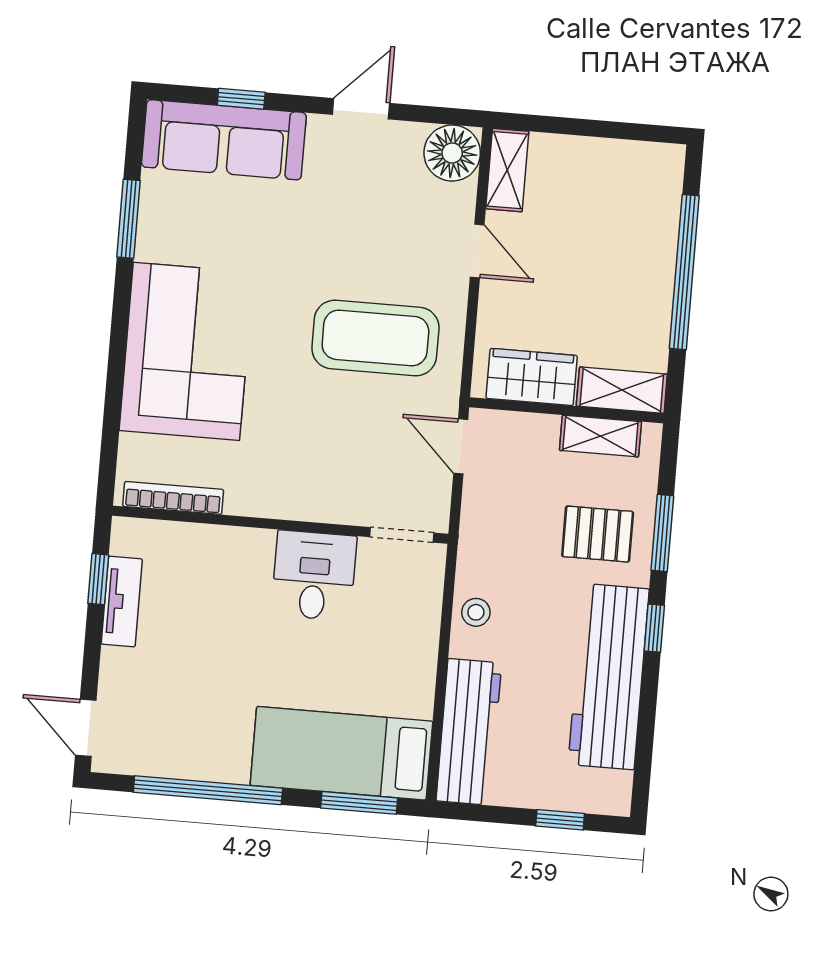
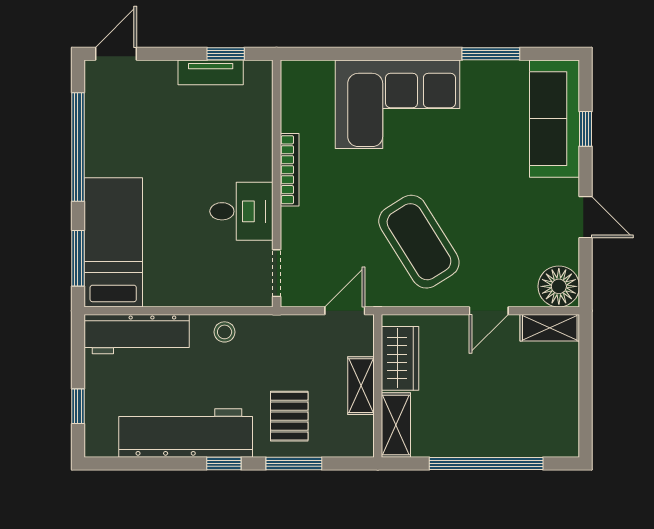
coffee table: (375, 338) -> (419, 242), turned -32
shelving: (600, 436) -> (361, 386), moved
bookcase: (173, 498) -> (290, 170), moved

